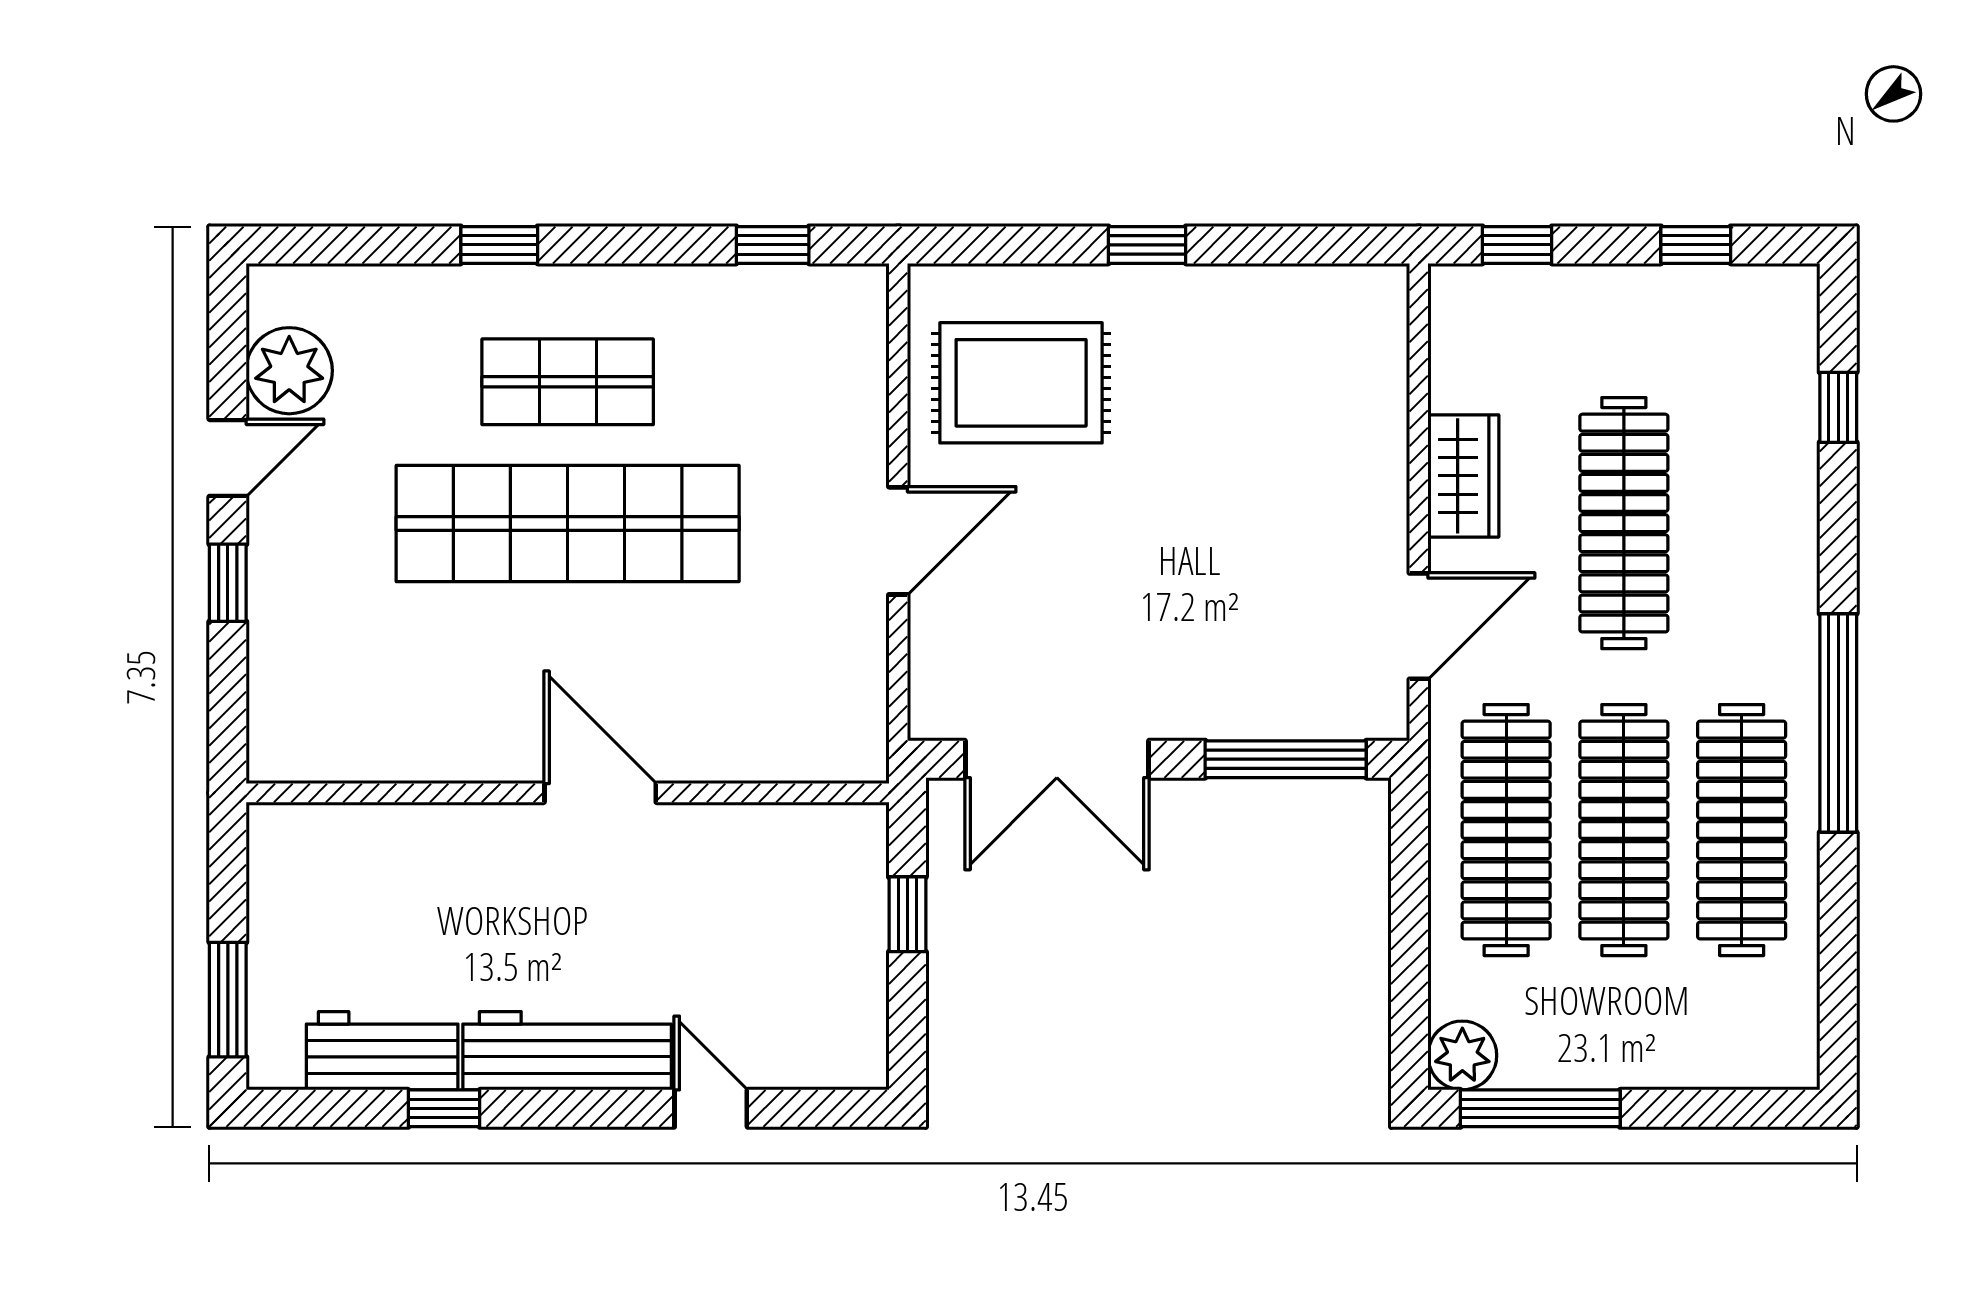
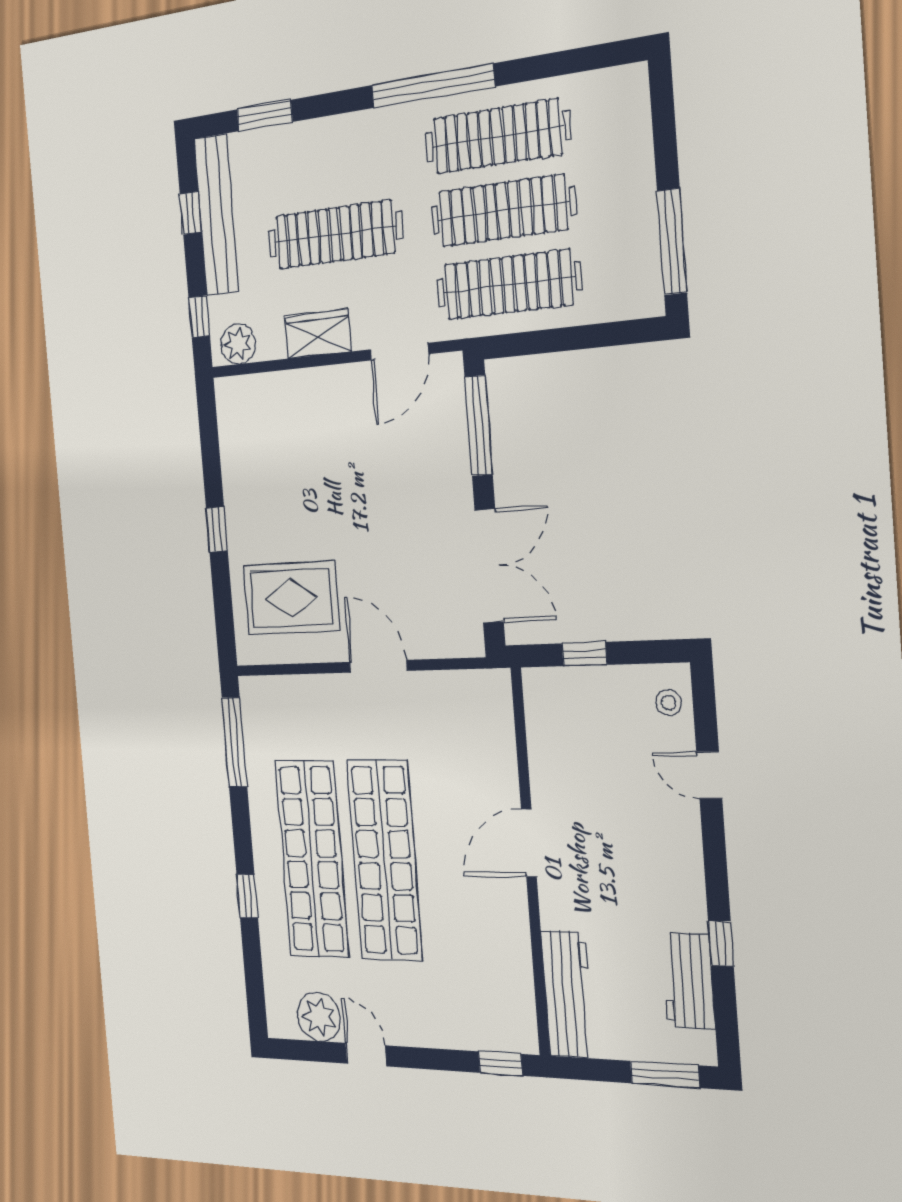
window: (773, 245) -> (234, 742), width x2.17
bench: (1686, 297) -> (216, 215), added
shop shelf: (568, 382) -> (312, 859), width x2.00, depth x1.36
rug: (1021, 383) -> (291, 598), turned 90
window: (1838, 407) -> (265, 116), width x1.50
window: (228, 583) -> (500, 1063), moved
door: (1419, 626) -> (399, 352), swing flipped
stool: (826, 1050) -> (669, 703), added
workbench: (567, 1051) -> (567, 995), moved, turned 180
plant: (1462, 1055) -> (238, 344), moved
door: (711, 1108) -> (709, 775), hinge flipped

